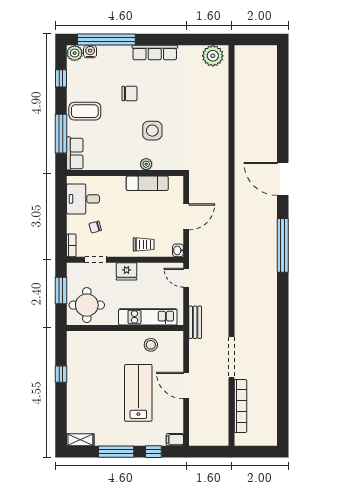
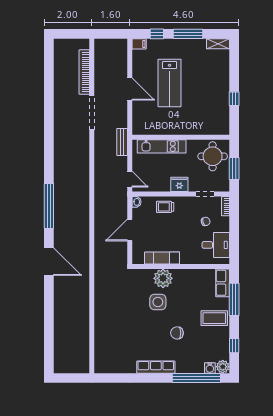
plant: (213, 56) -> (107, 364), removed
plant: (146, 164) -> (163, 278), width x1.88, depth x1.88
stool: (151, 345) -> (159, 123), removed

